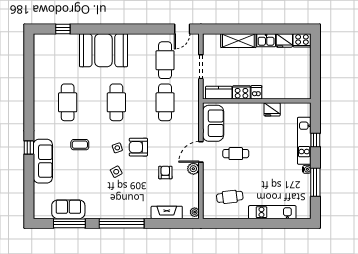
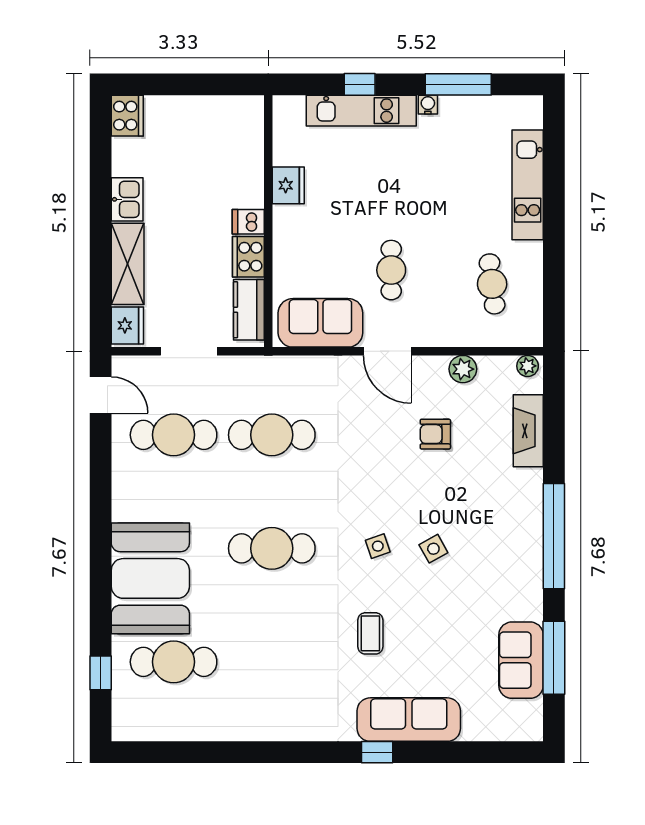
fridge: (284, 40) -> (127, 325), moved
cafe table: (68, 102) -> (174, 662), moved
armchair: (138, 147) -> (376, 497), removed
plant: (193, 169) -> (463, 369), moved

